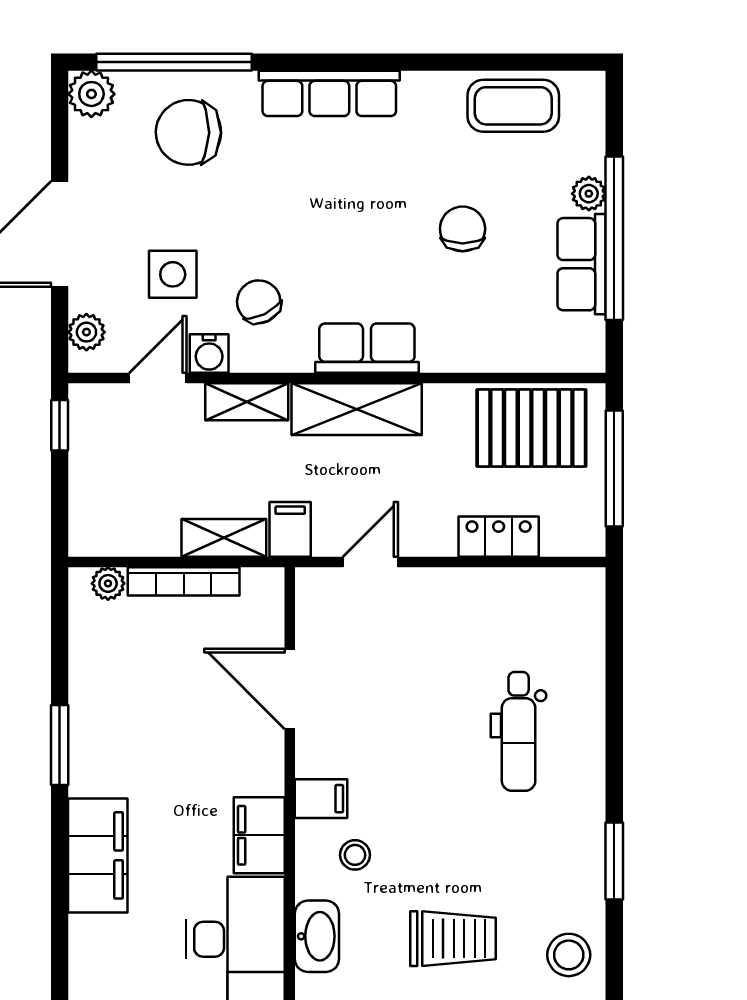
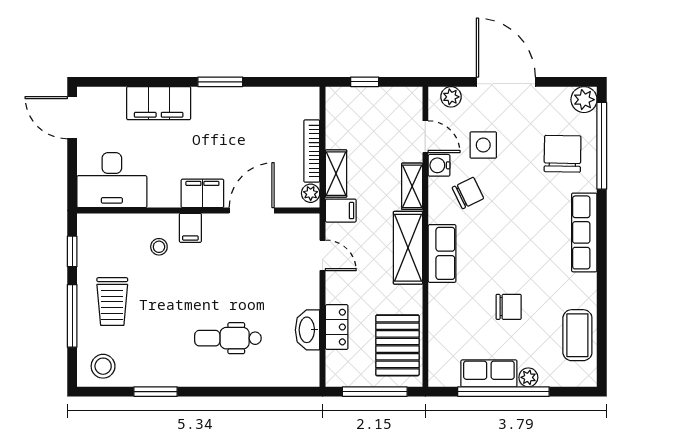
window: (60, 425) -> (365, 82), moved
plant: (108, 583) -> (311, 193), moved
filing cabinet: (259, 835) -> (202, 193), moved
washbasin: (317, 936) -> (308, 330), moved, turned 90

